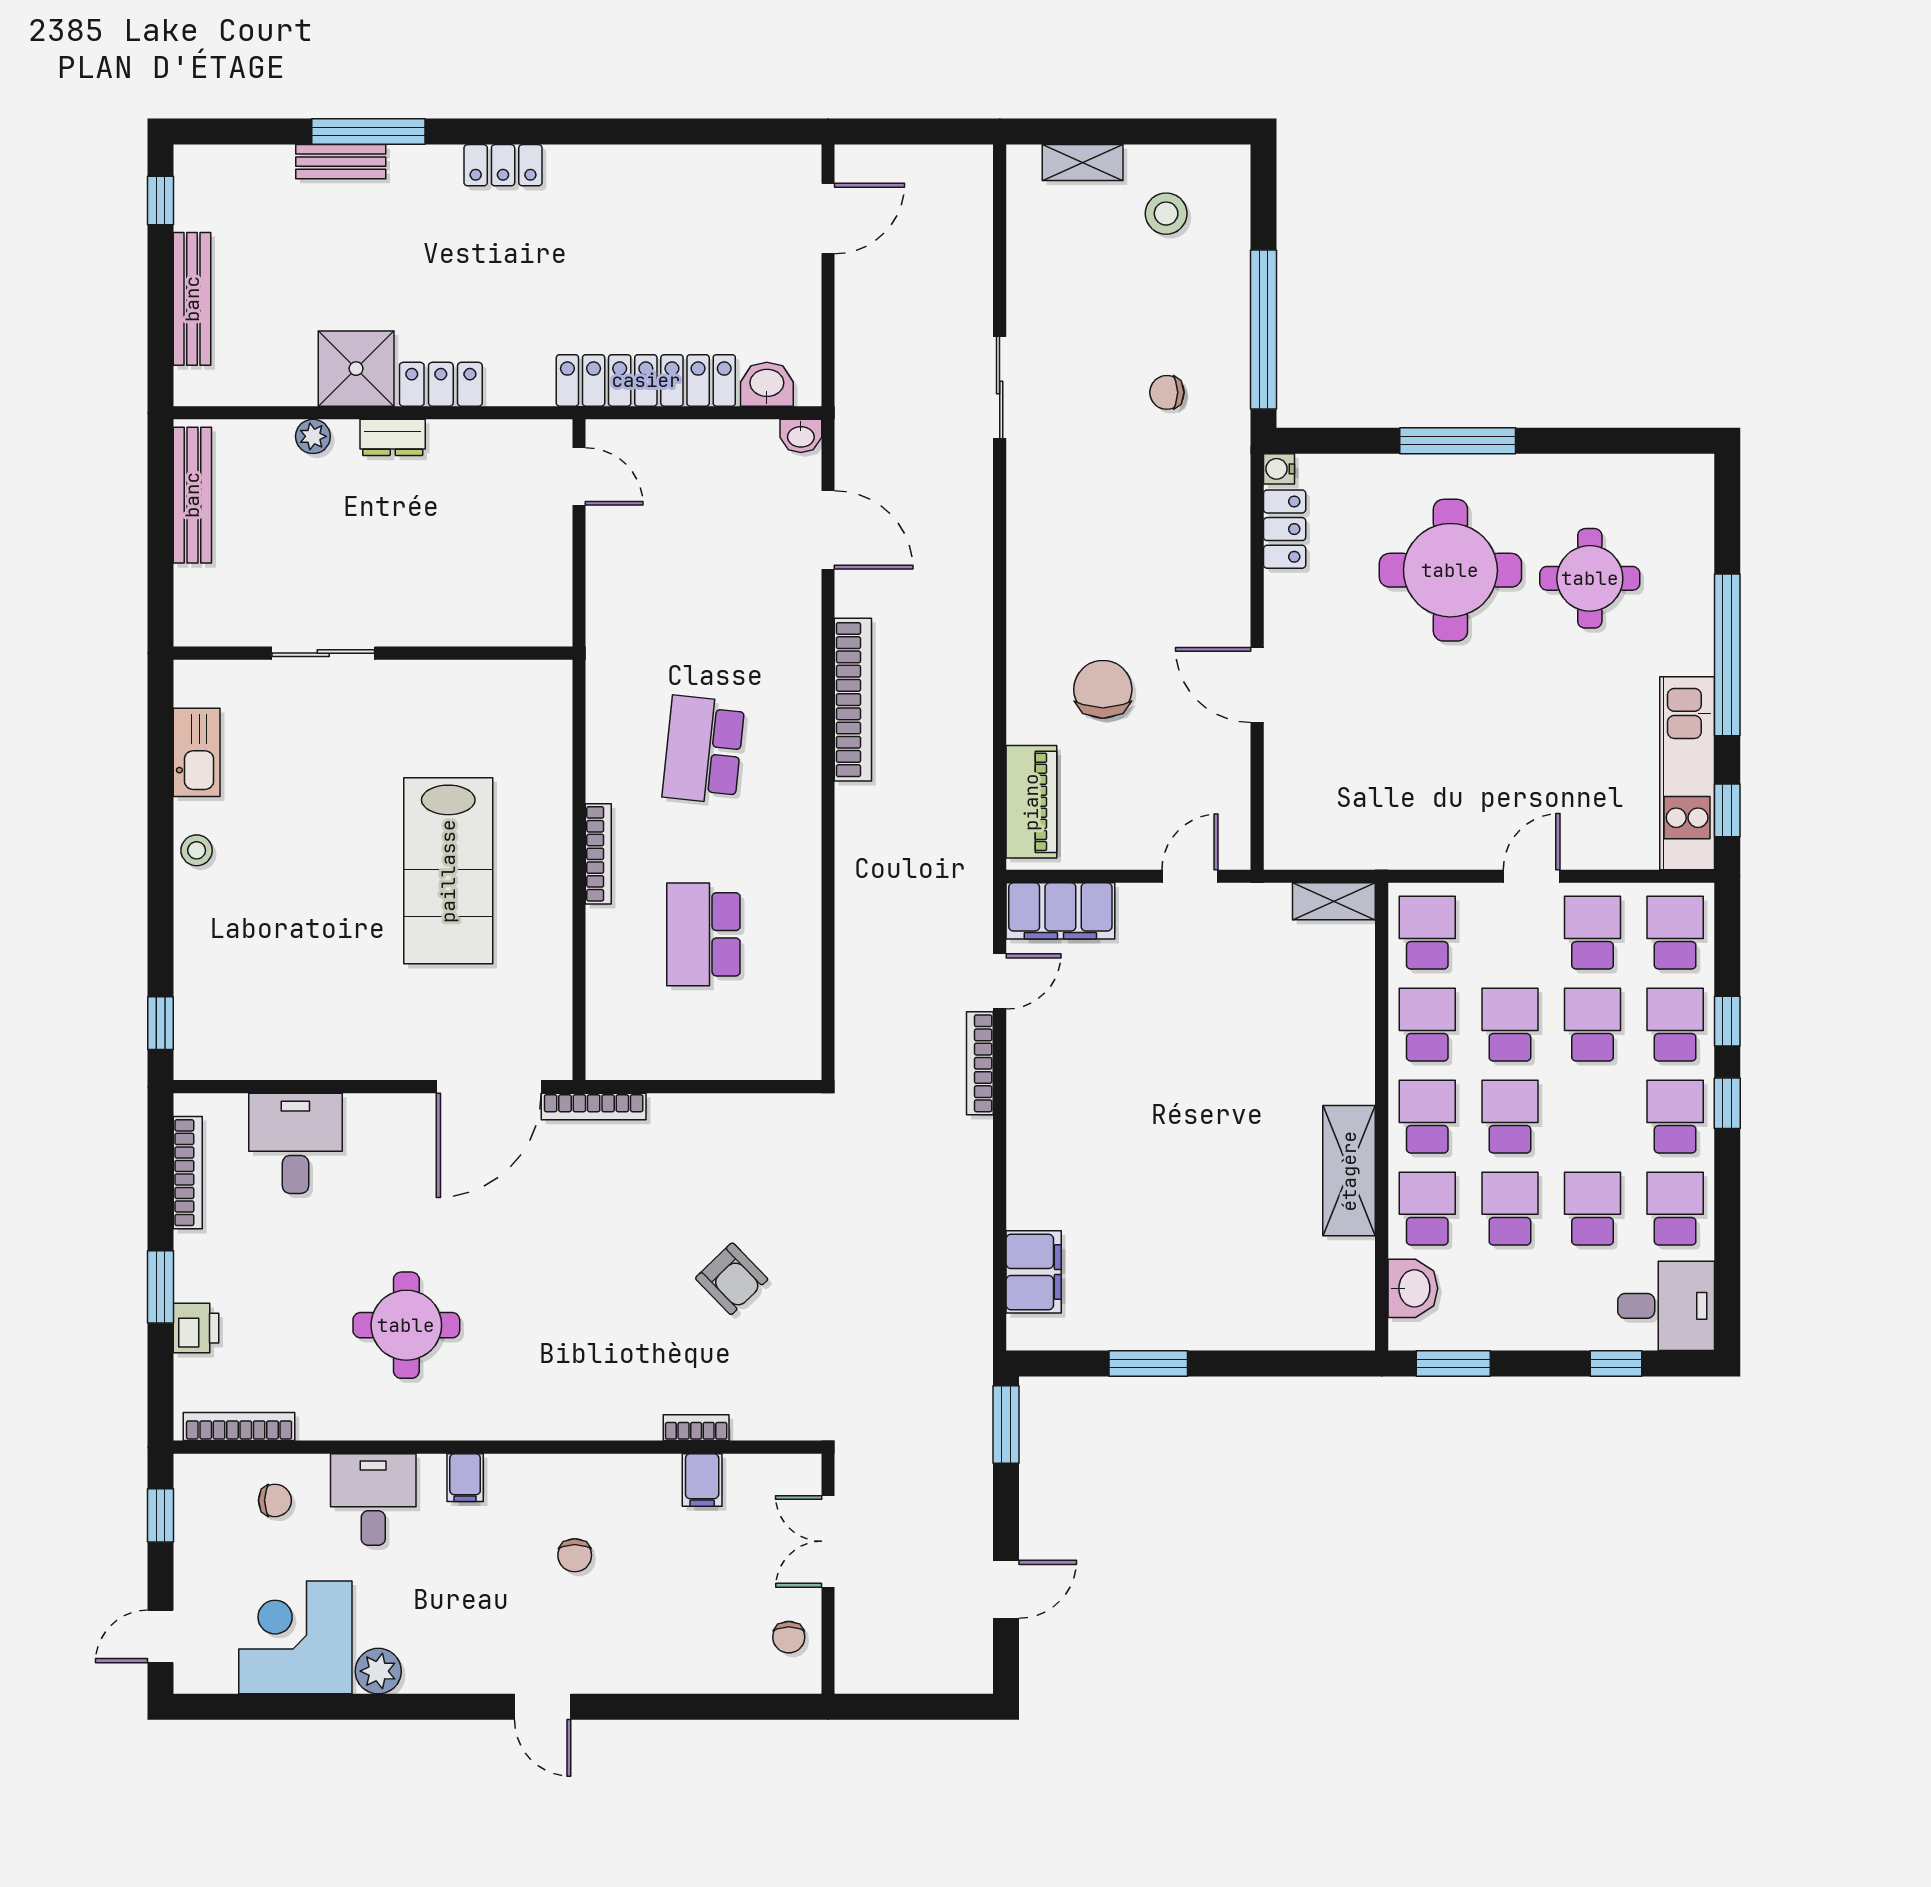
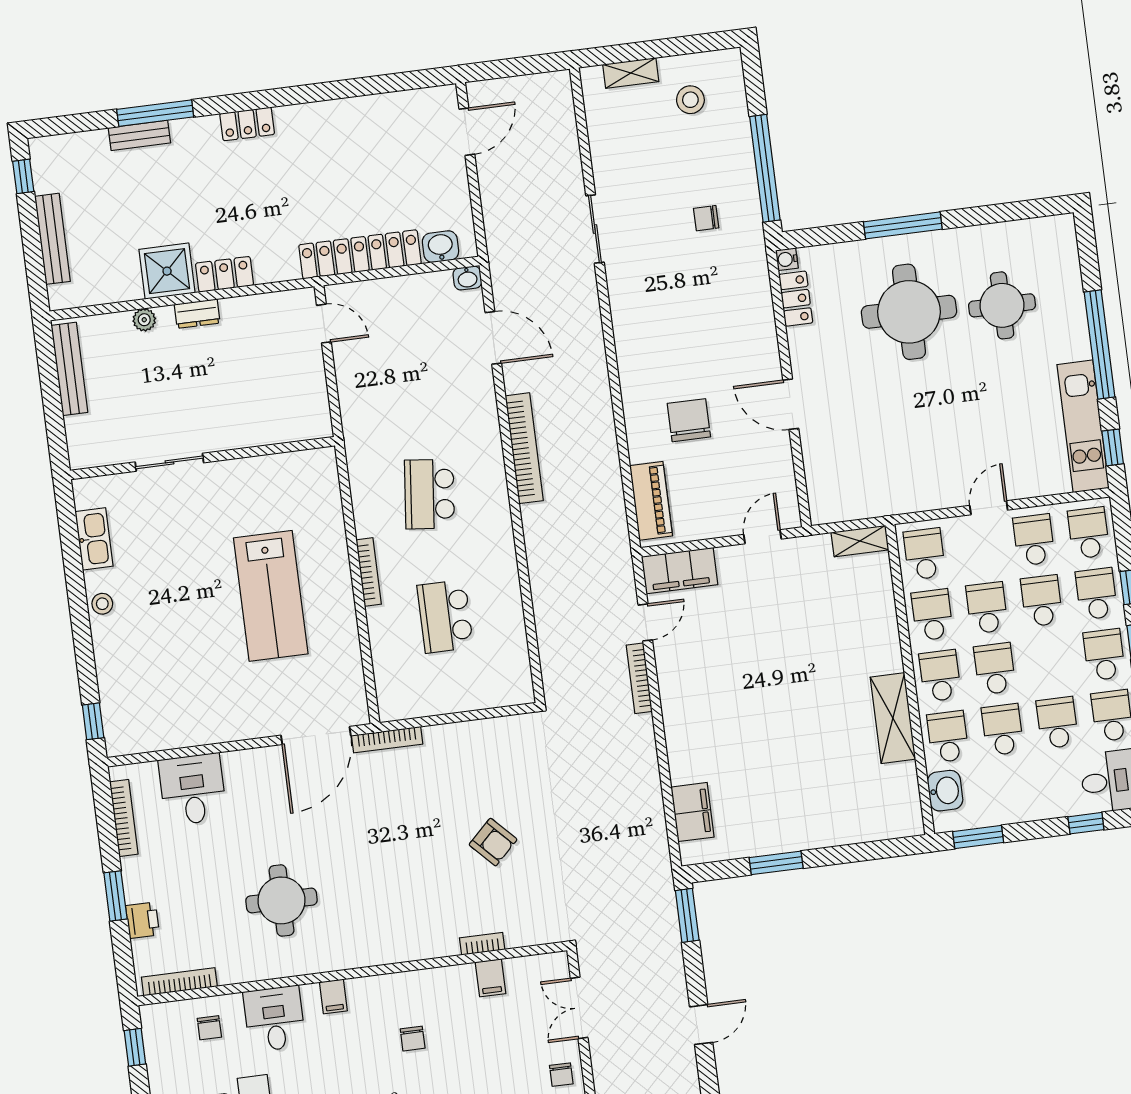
chair: (275, 1500) -> (209, 1028), turned 90

